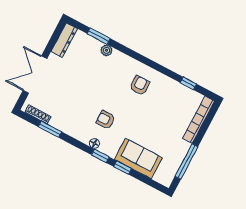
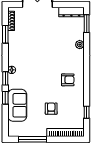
window: (99, 36) -> (87, 24), moved
armchair: (106, 120) -> (51, 109), moved

